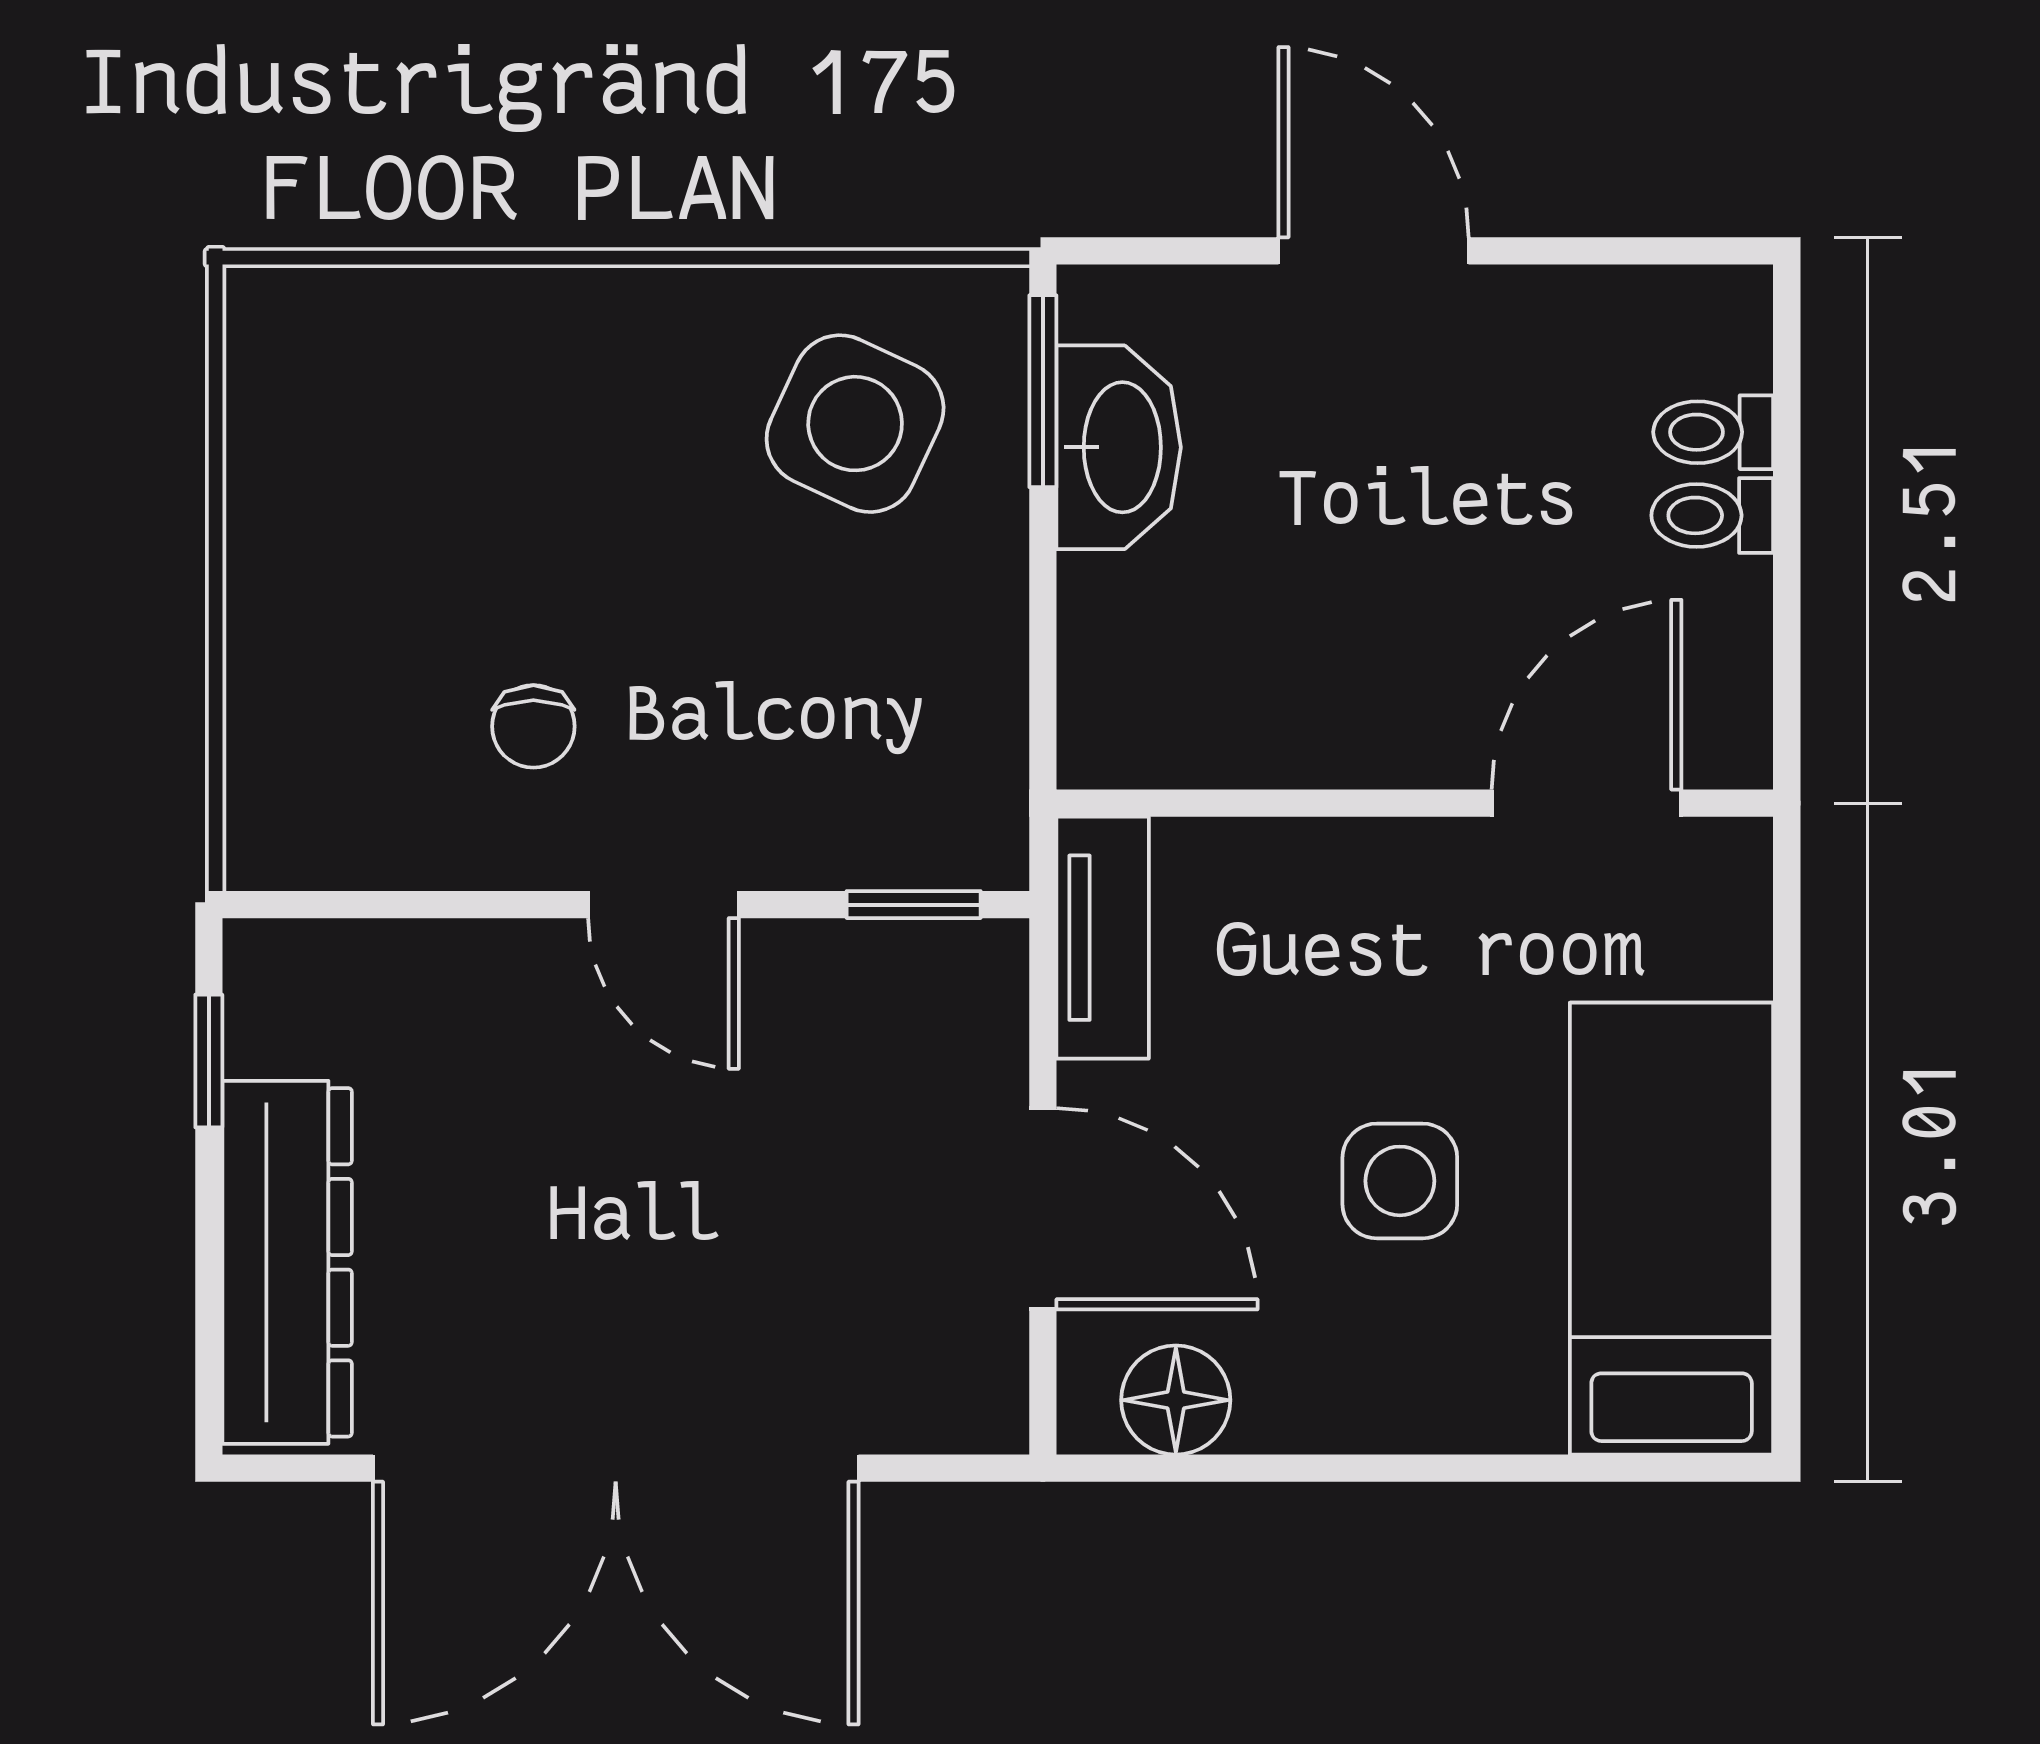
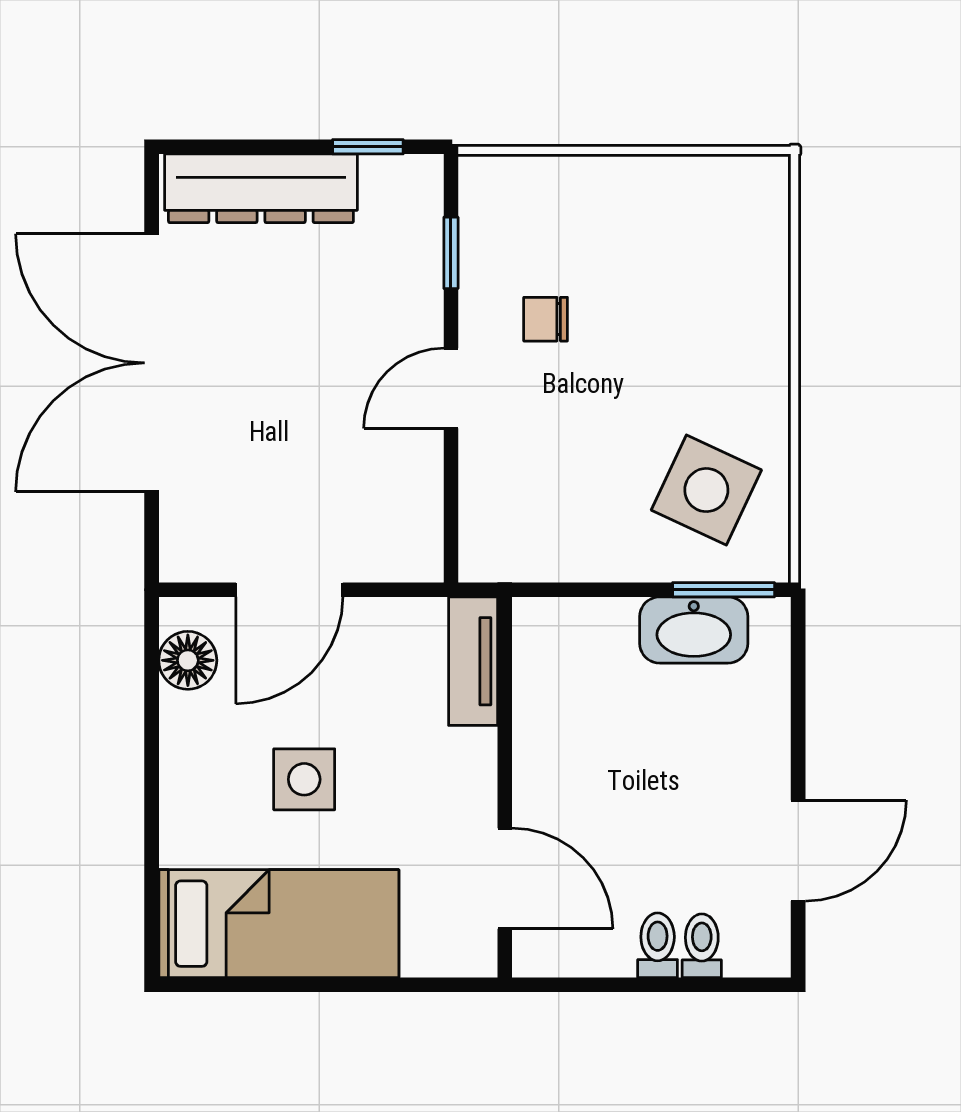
door: (1374, 251) -> (798, 851), moved
window: (914, 905) -> (451, 253), moved
tv unit: (1103, 938) -> (473, 661), moved, turned 90

